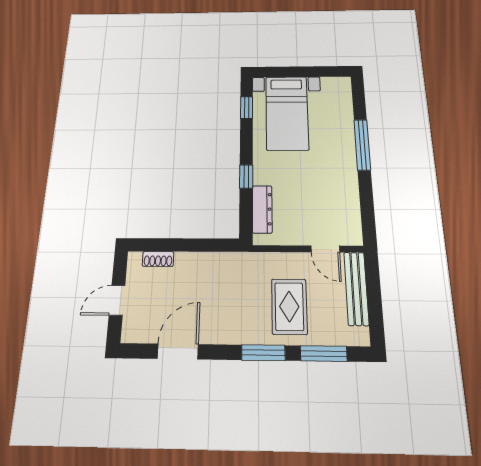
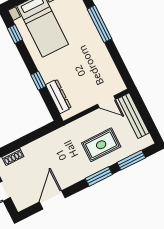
rug: (289, 306) -> (101, 145), turned 90

